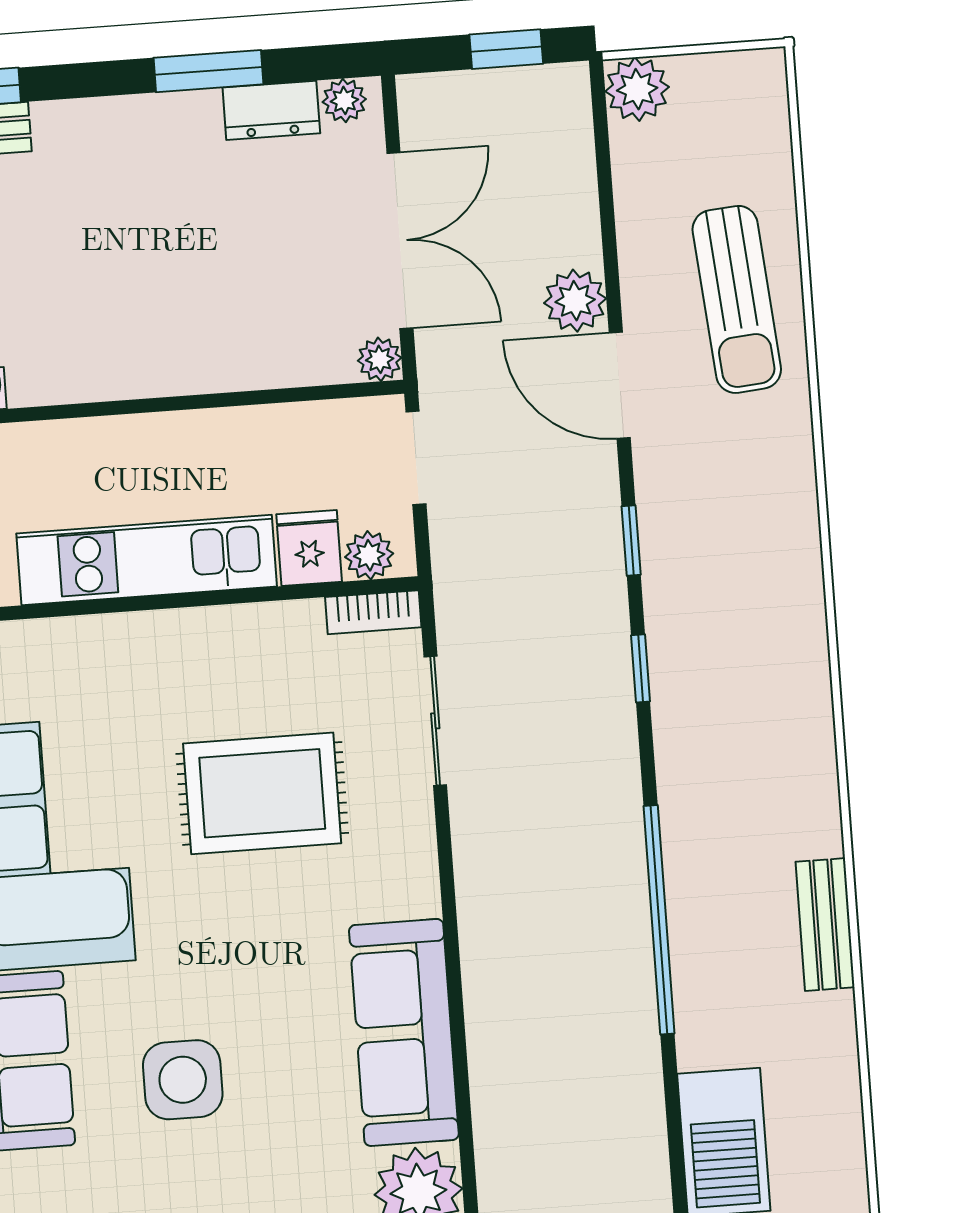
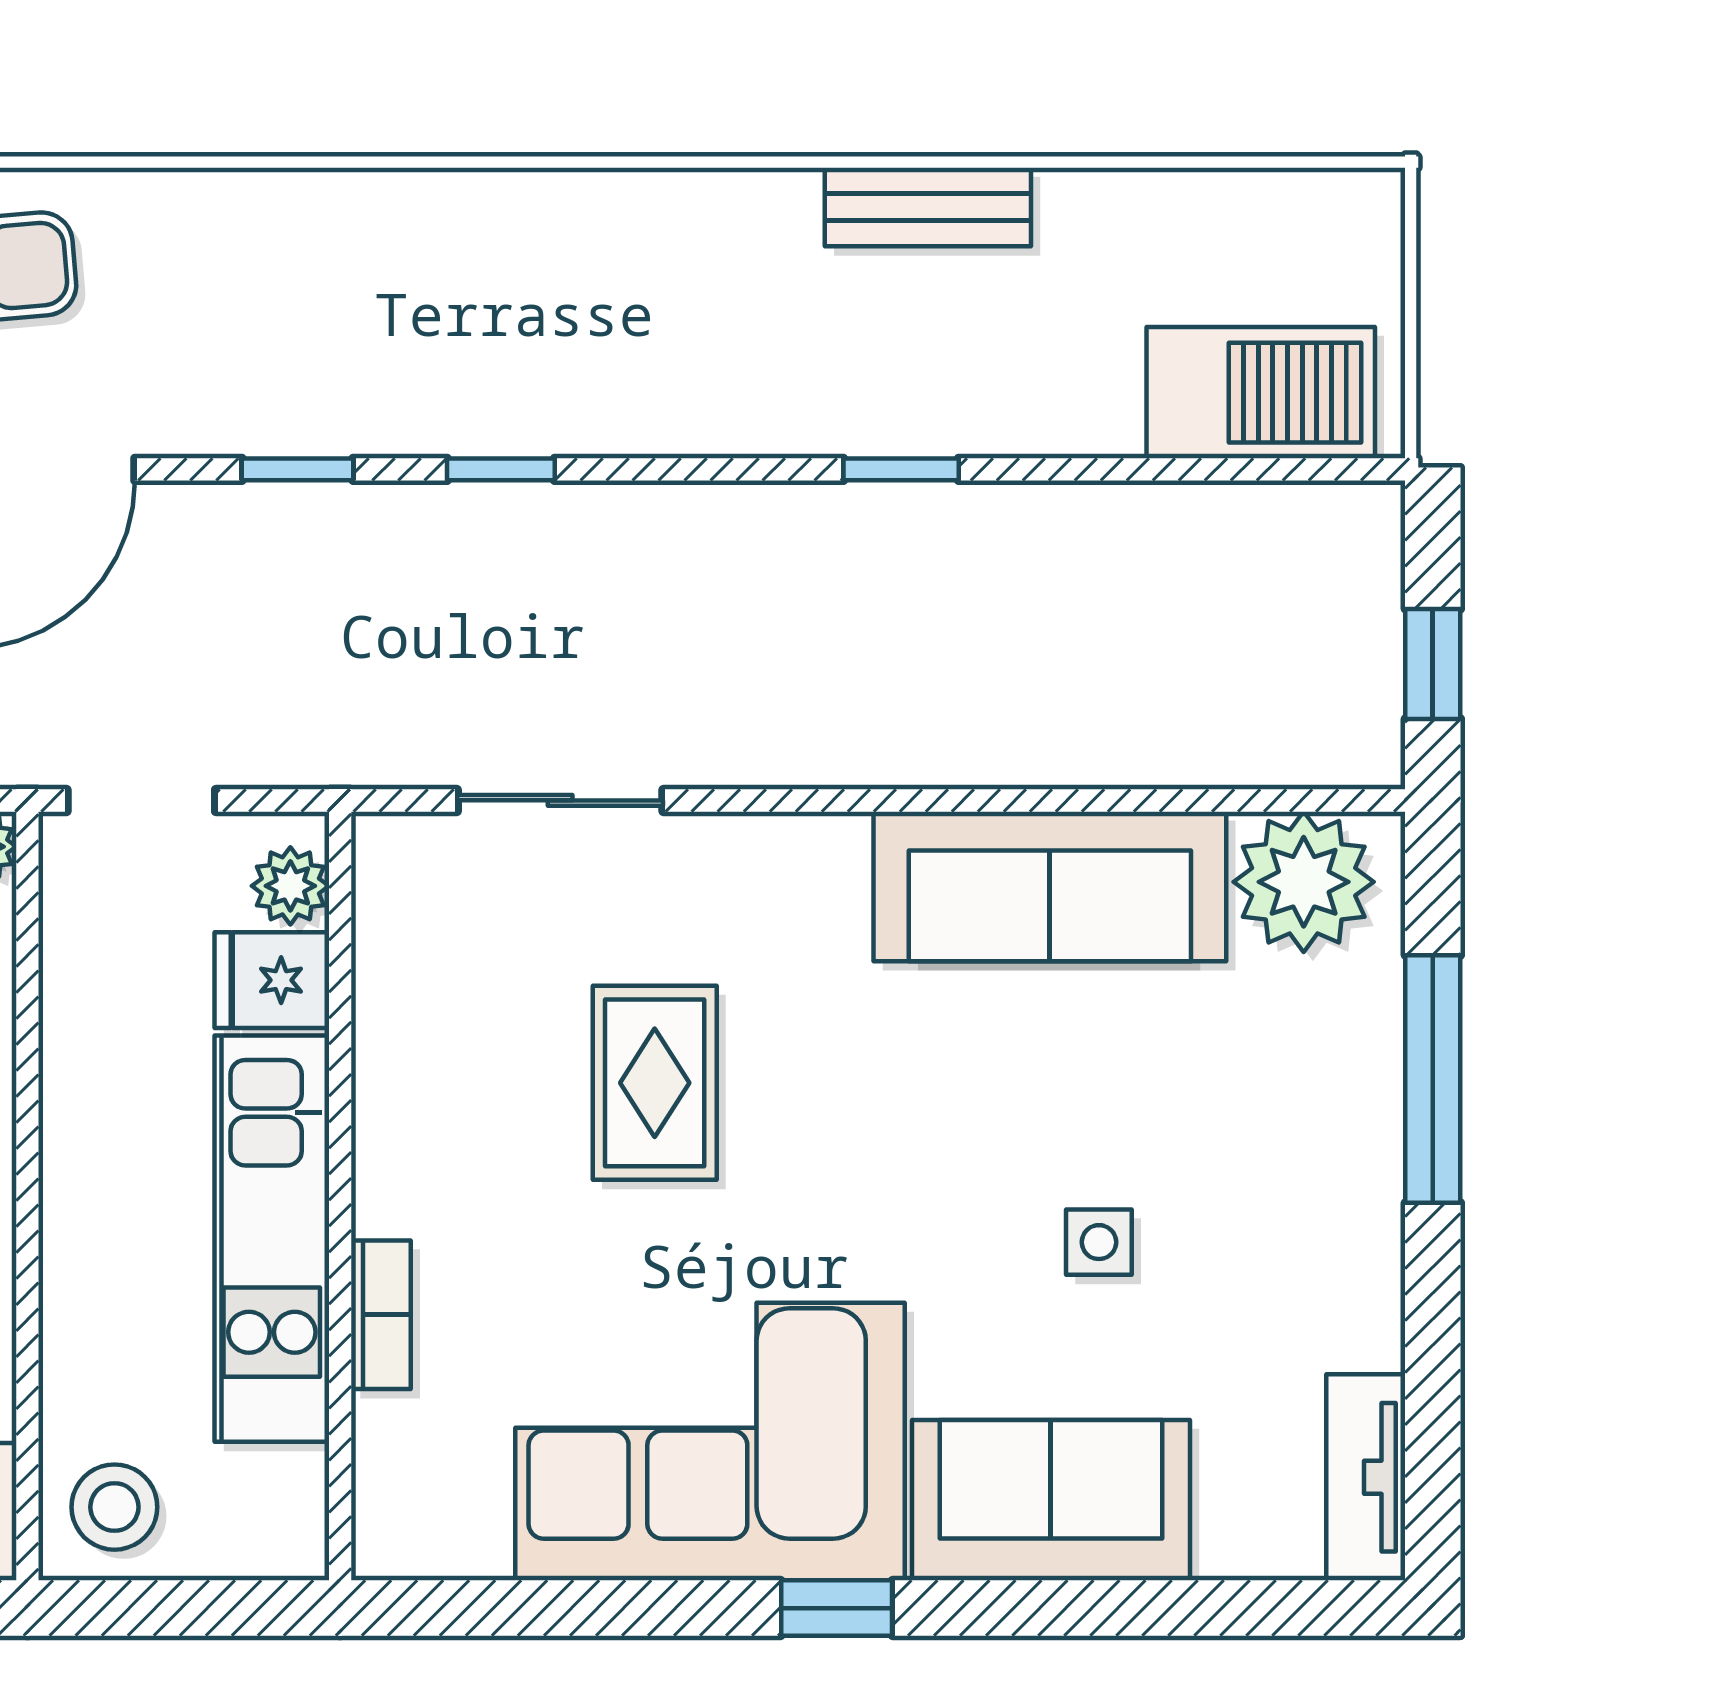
bookcase: (373, 612) -> (381, 1315), moved
rug: (262, 793) -> (655, 1083), width x0.73, depth x0.70
window: (659, 920) -> (901, 469), width x0.32
side table: (183, 1080) -> (1099, 1242), width x0.54, depth x0.54

